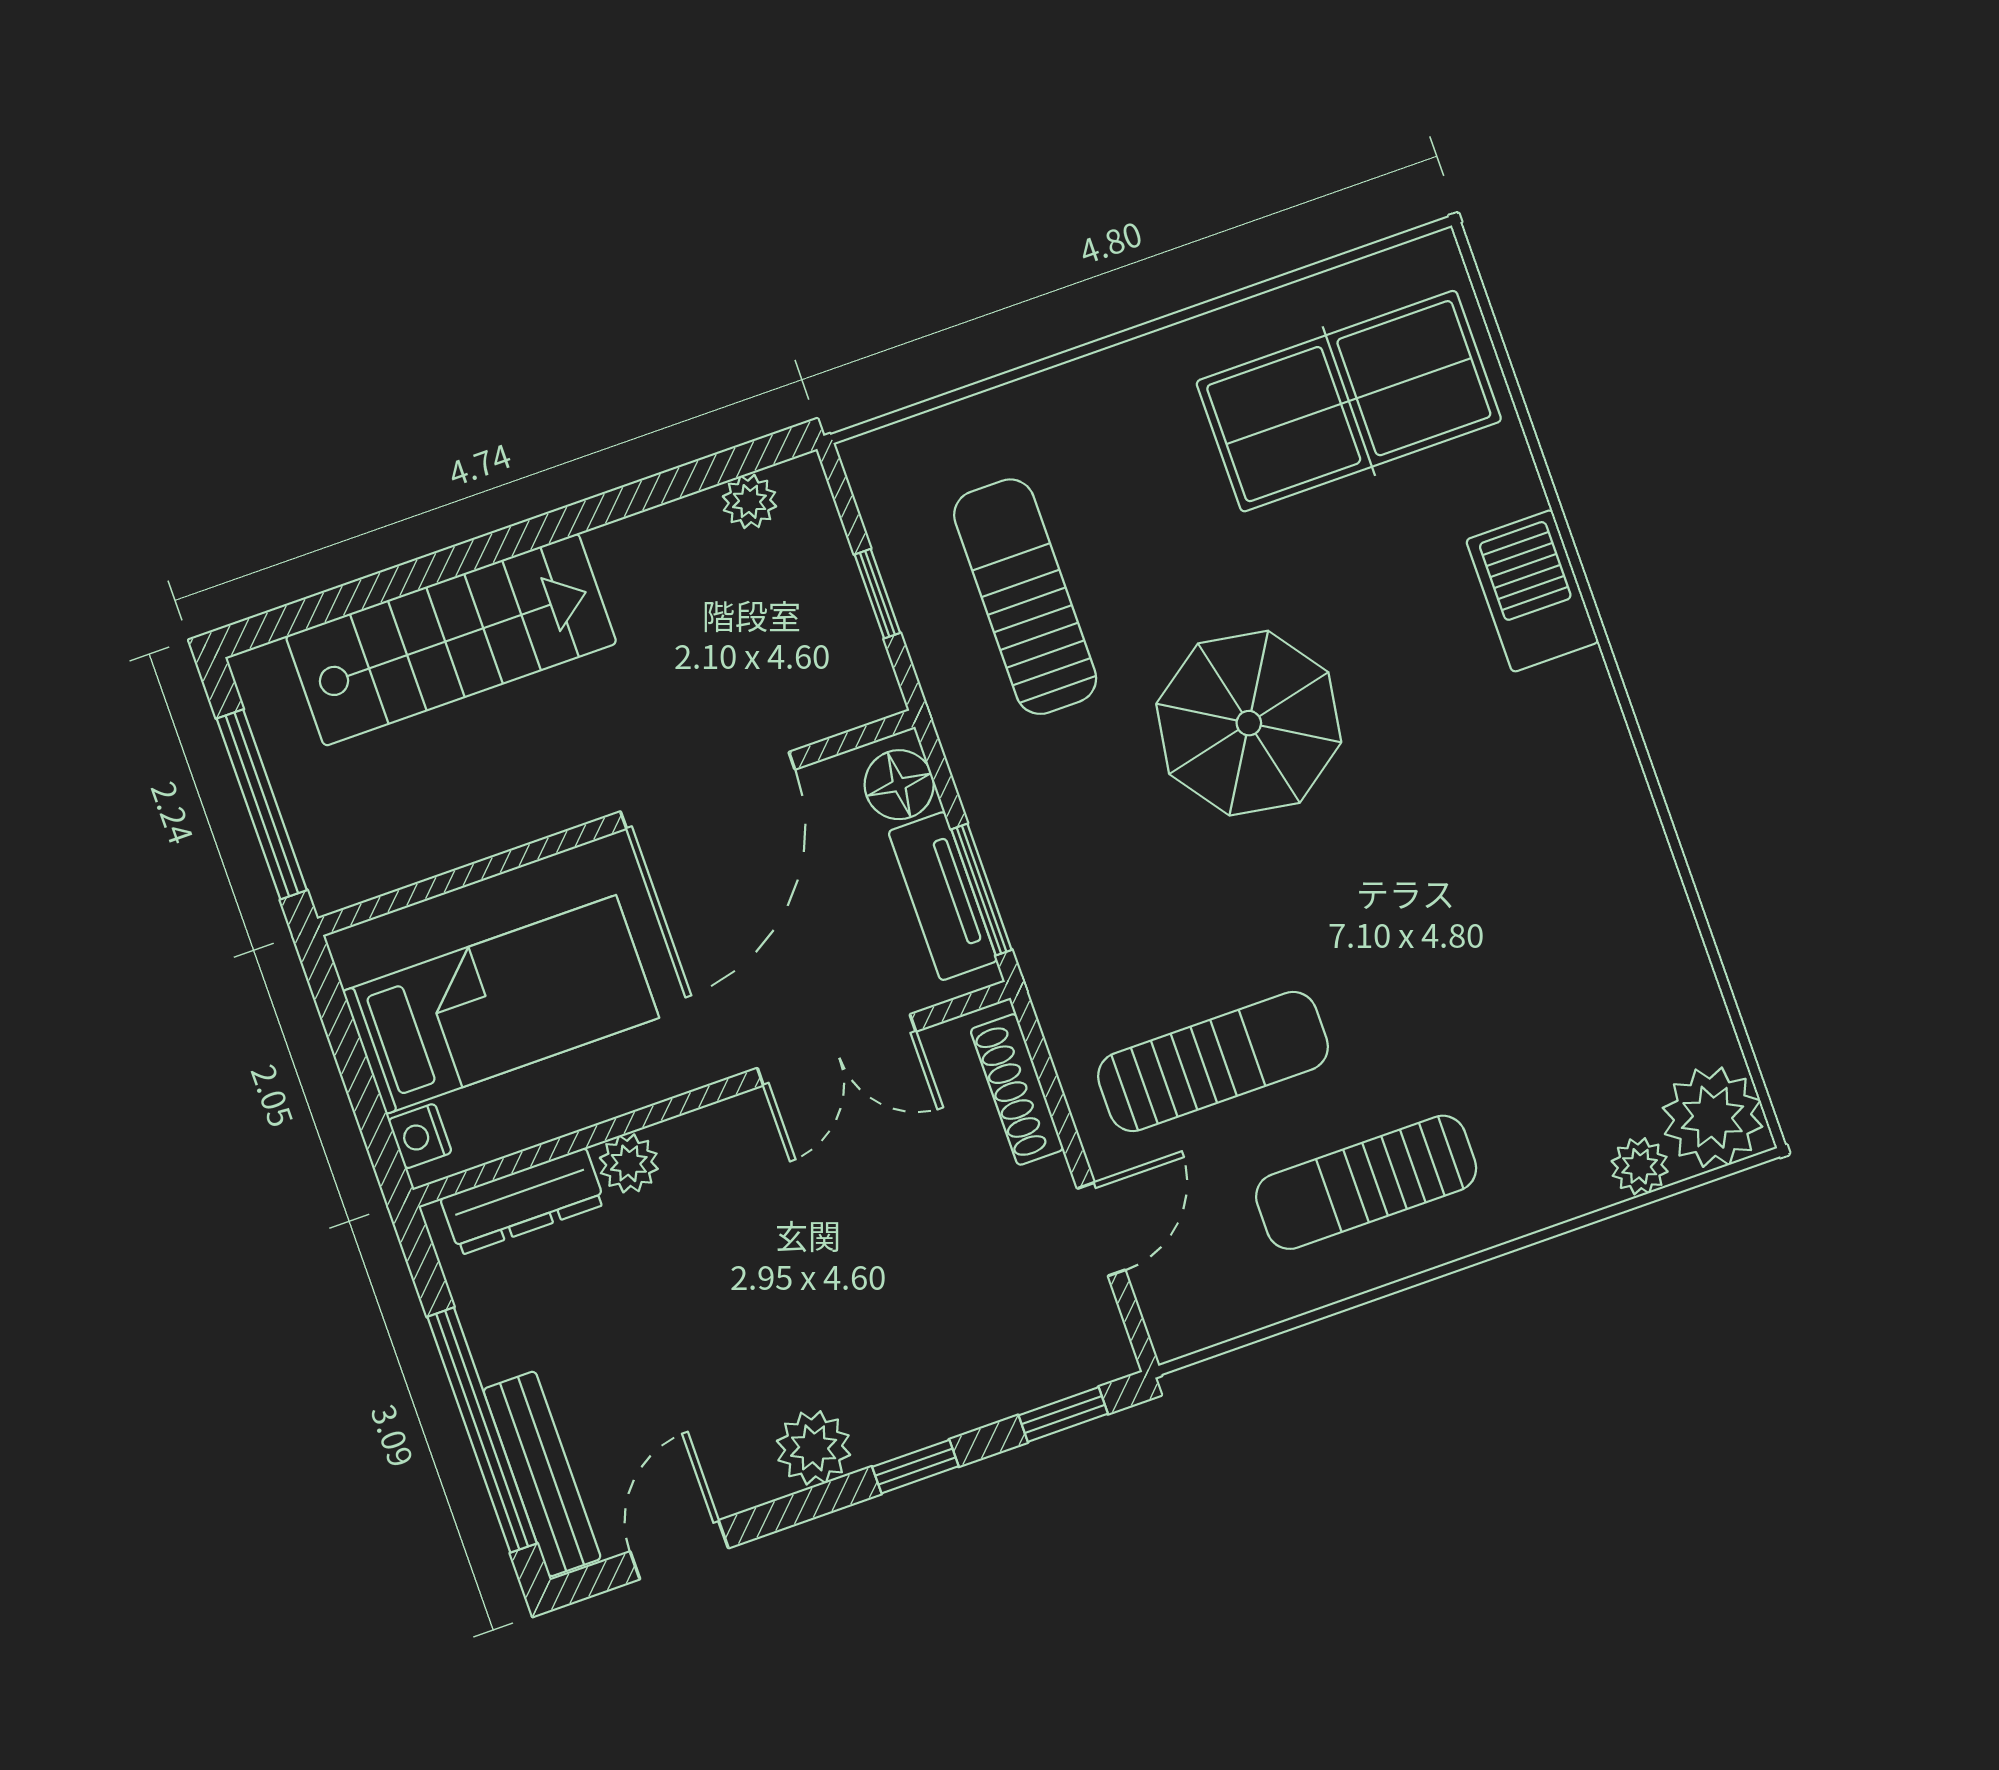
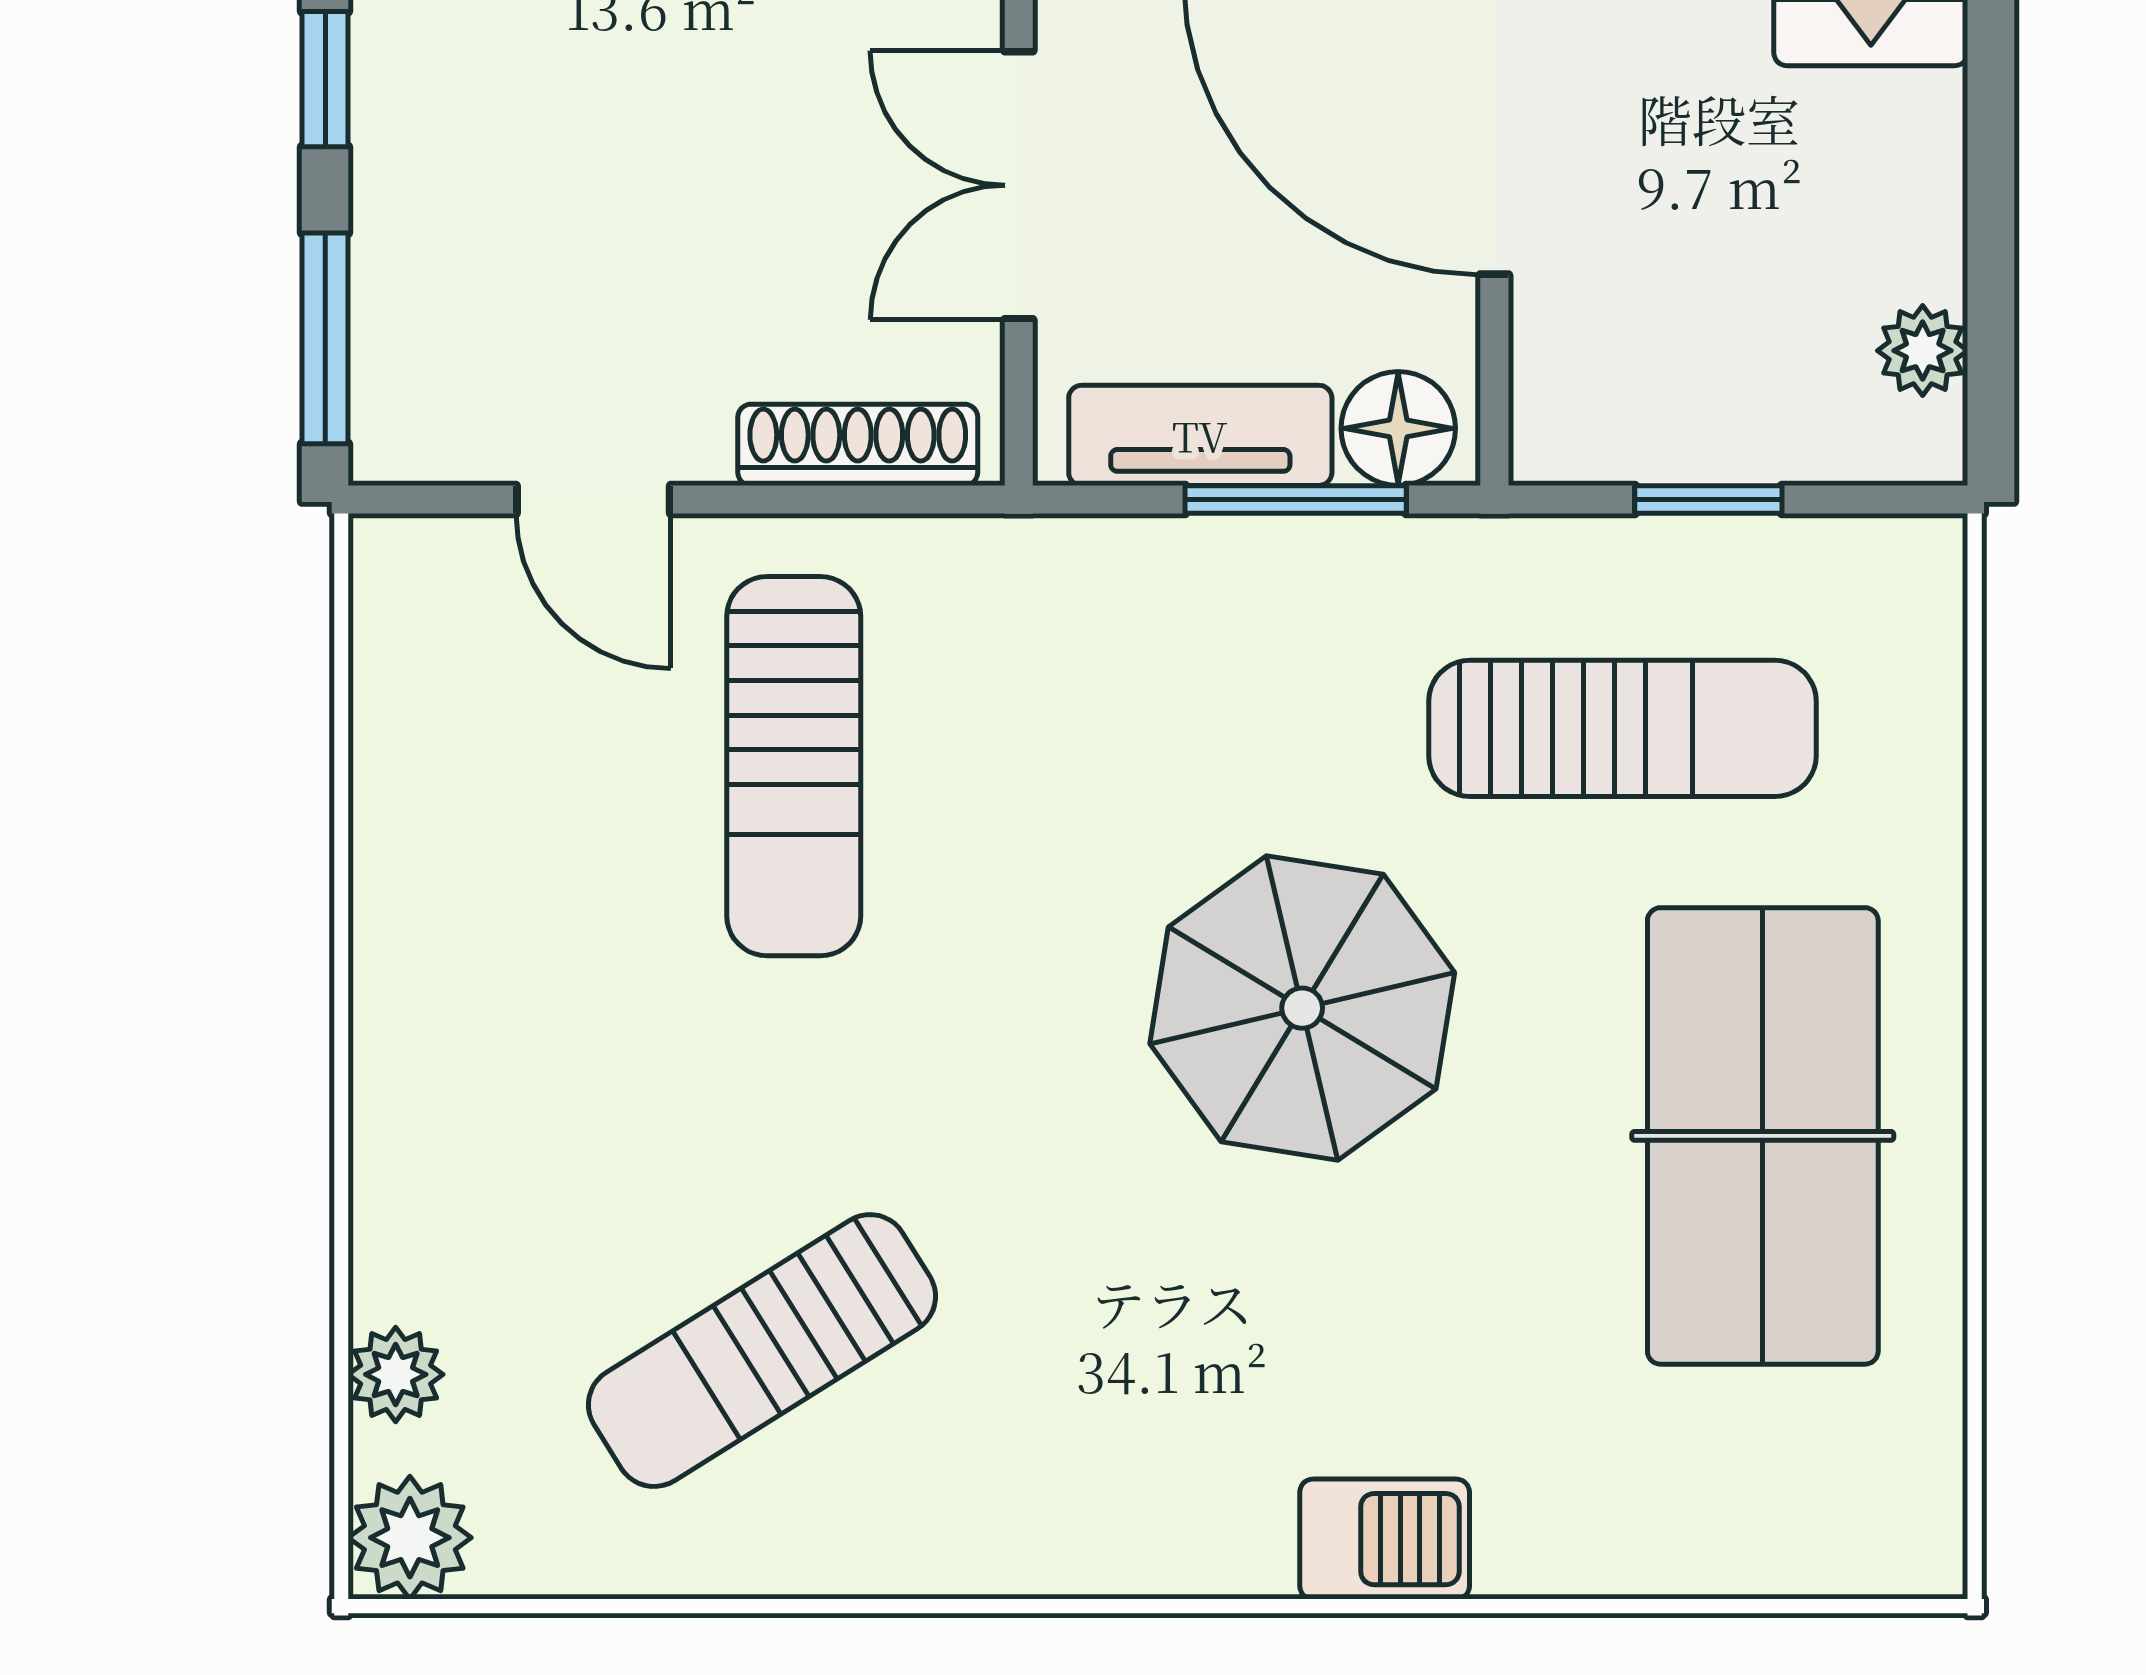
table tennis table: (1349, 401) -> (1763, 1136), moved
barbecue: (1532, 591) -> (1385, 1539), width x0.73, depth x0.79
window: (982, 890) -> (1296, 499), moved
plant: (1713, 1117) -> (410, 1538), width x0.73, depth x0.73
sun lounger: (1366, 1182) -> (762, 1351), moved, turned -122
window: (1063, 1415) -> (325, 338), width x1.50

